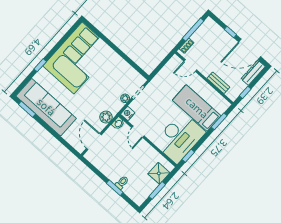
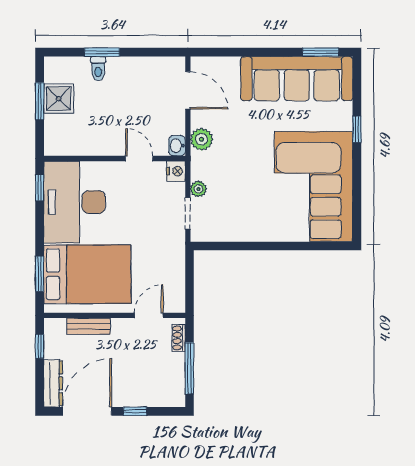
bed: (197, 108) -> (87, 274), width x1.50
shower: (159, 173) -> (59, 99), moved

